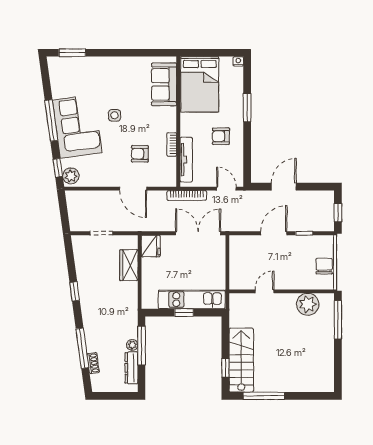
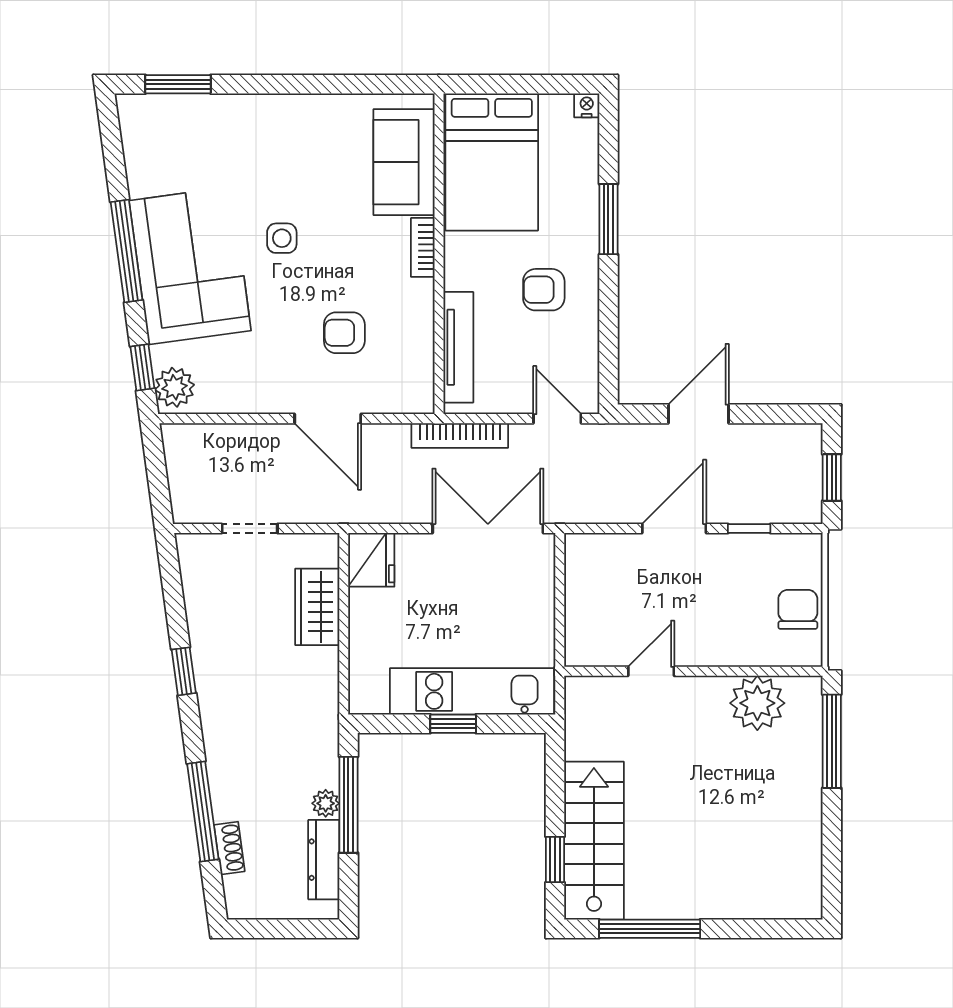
bookcase: (172, 145) -> (423, 247), moved

